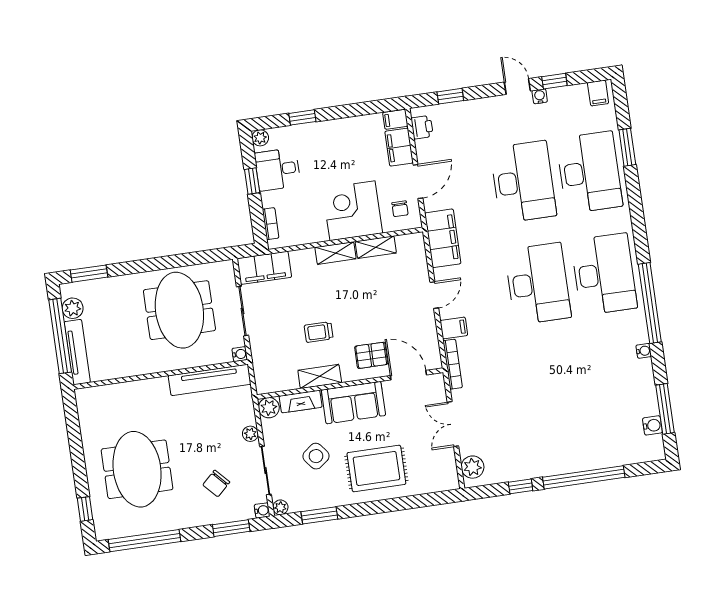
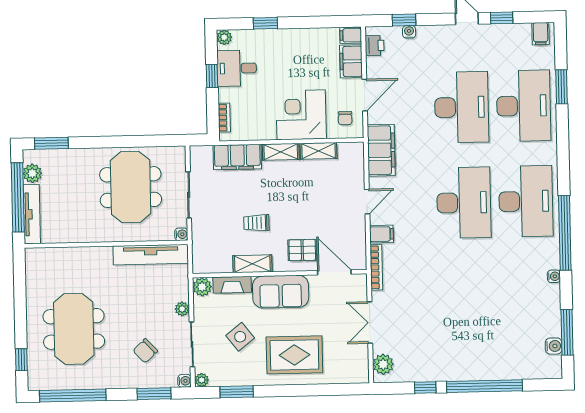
water cooler: (540, 96) -> (409, 32), moved
filing cabinet: (264, 268) -> (237, 157), moved

